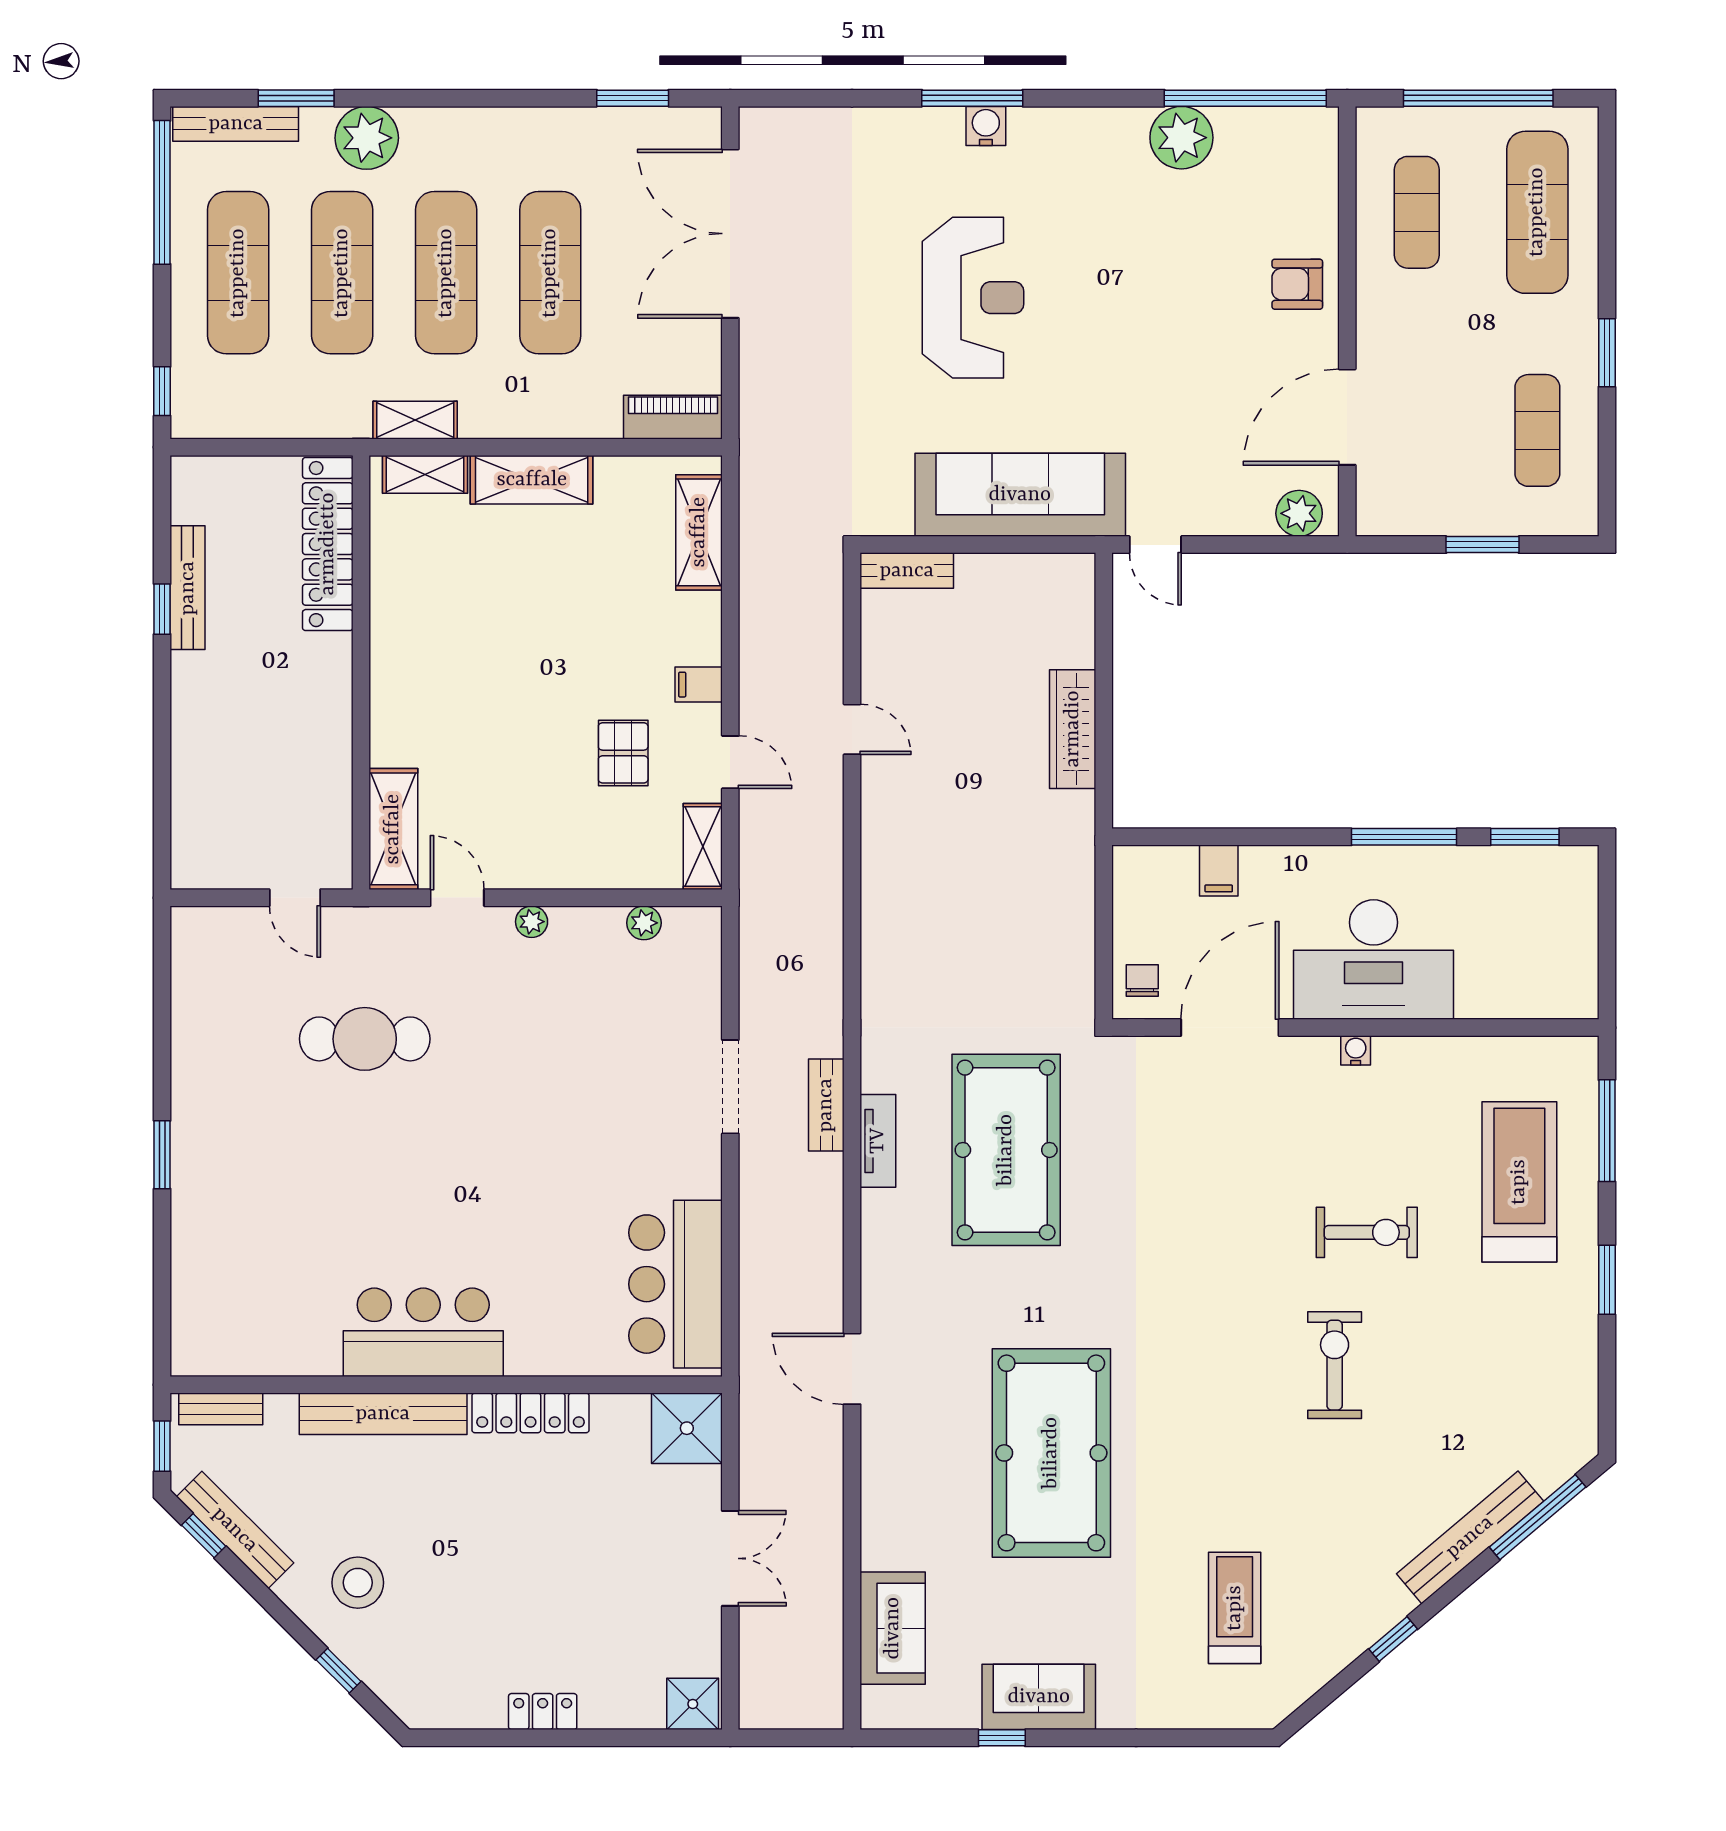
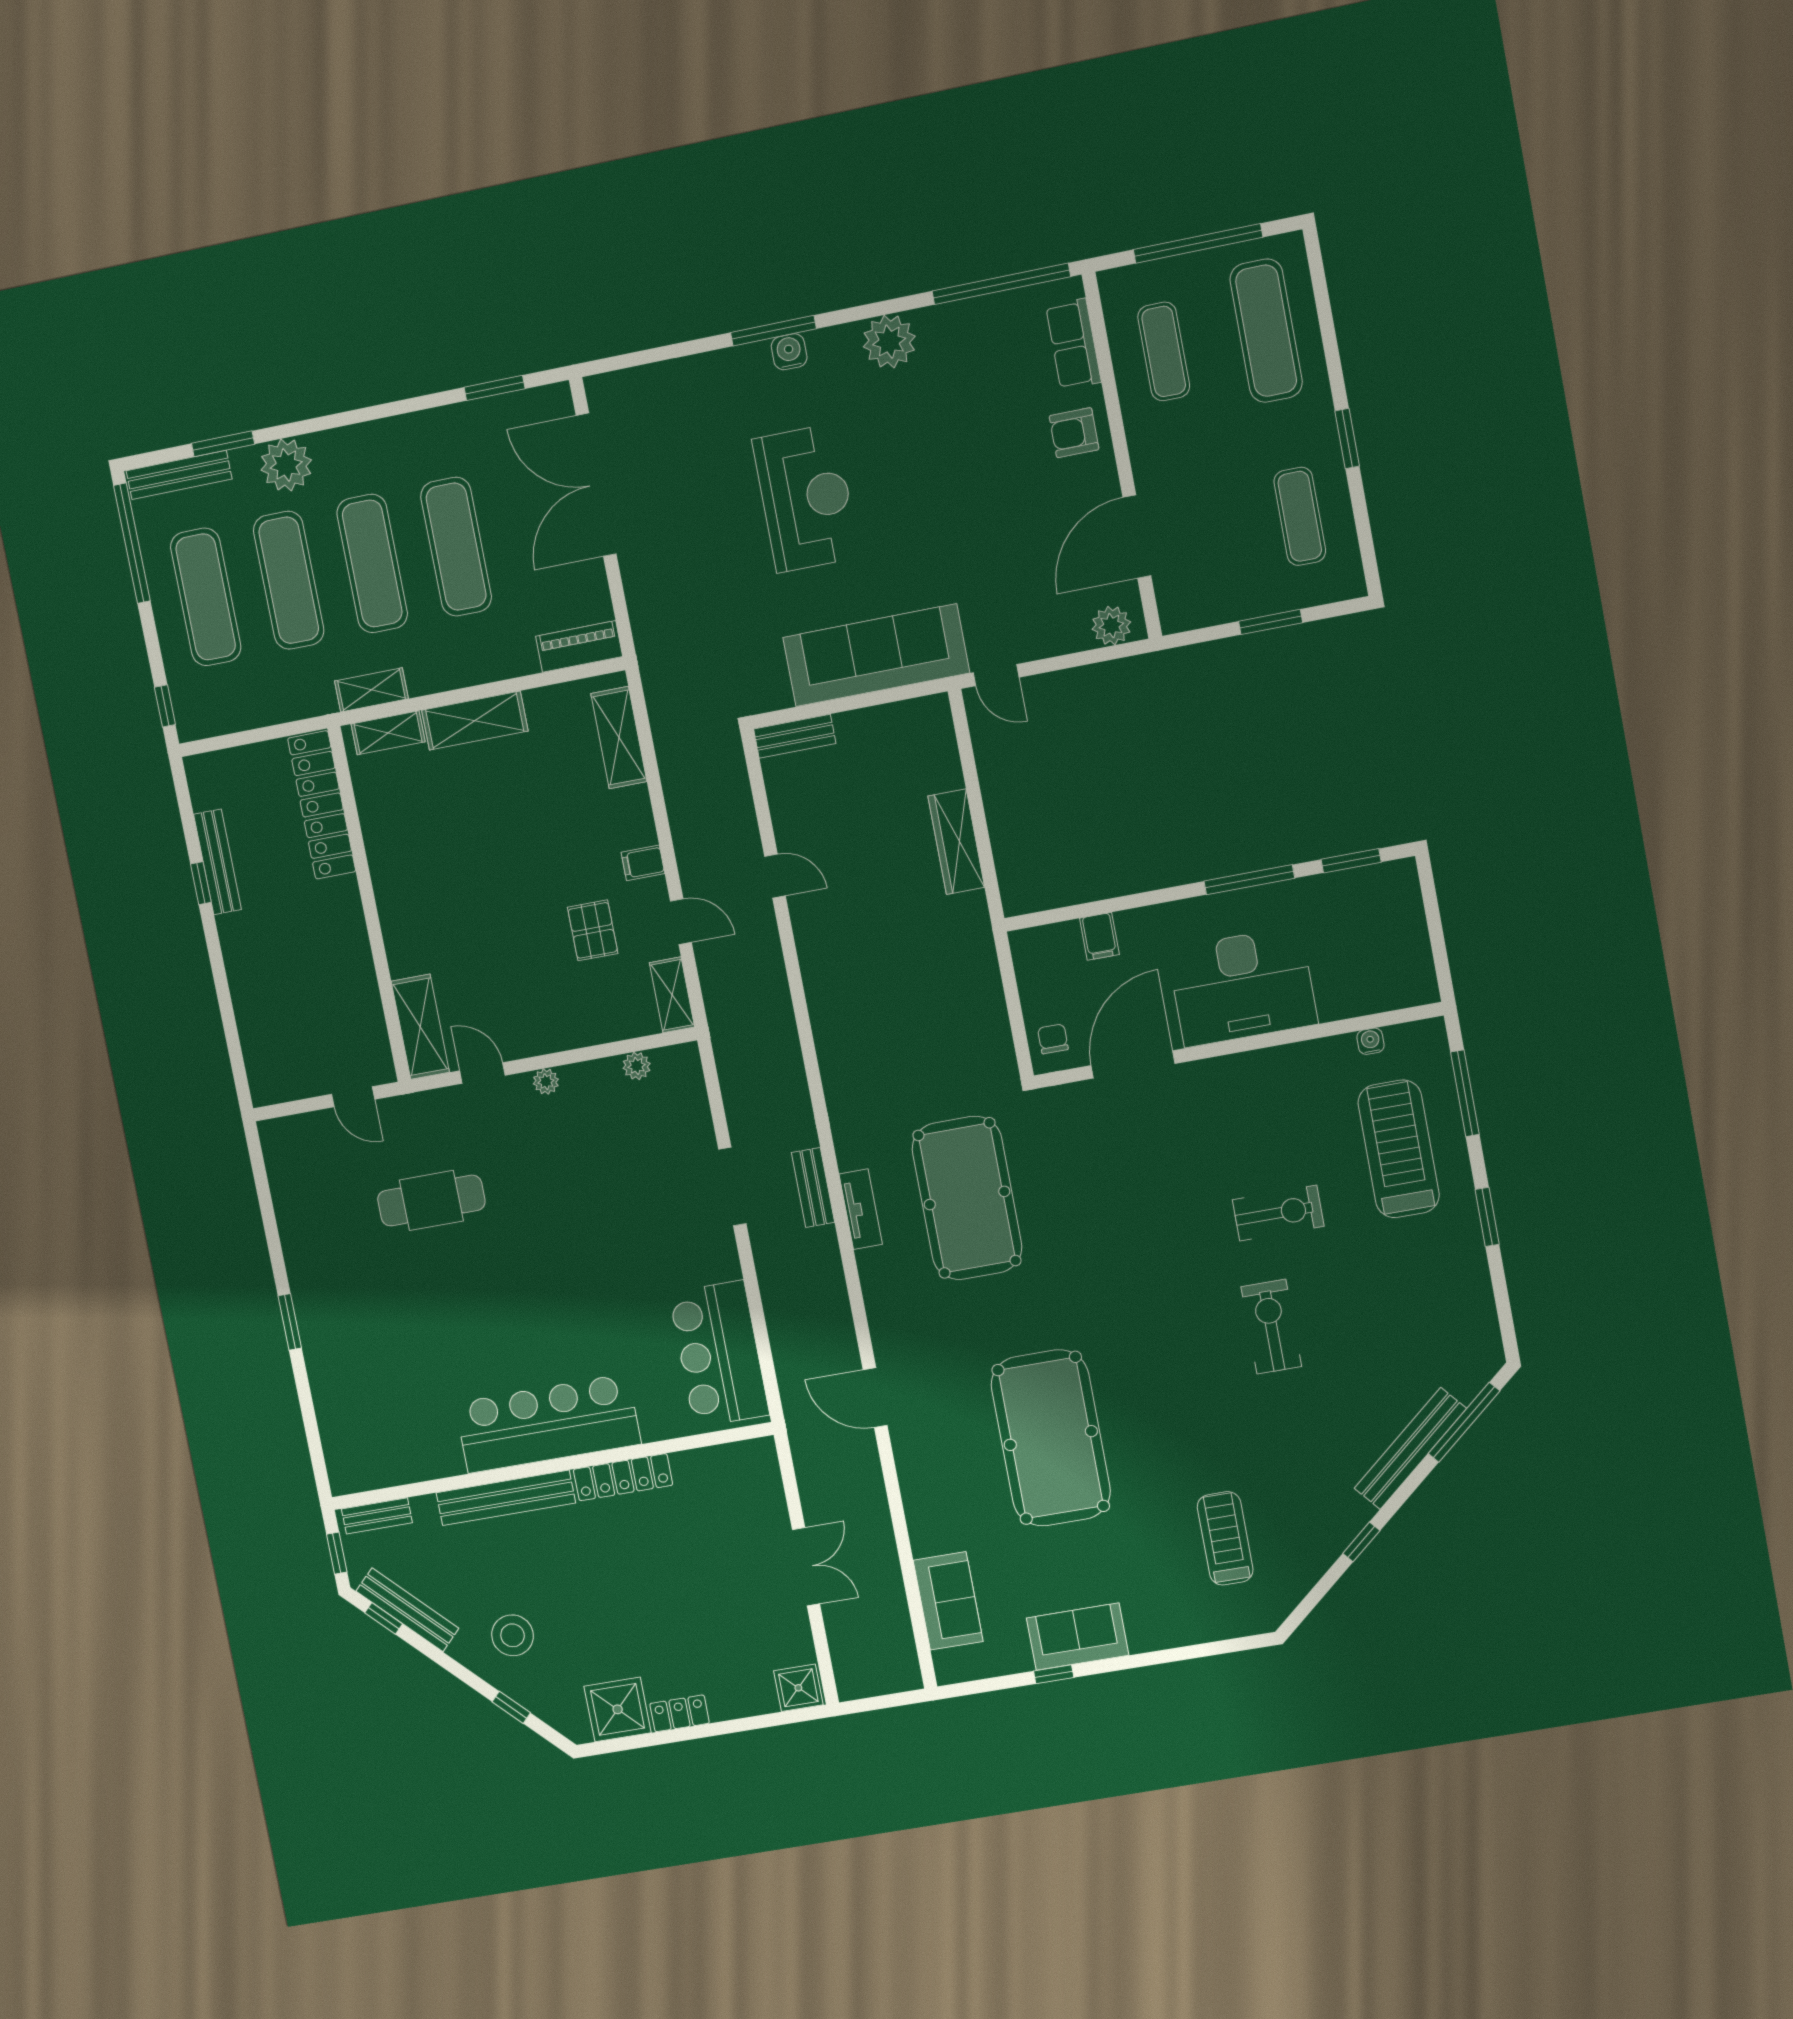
plant: (1181, 138) -> (889, 342), moved
row of seats: (1315, 183) -> (1073, 344), added
water cooler: (1356, 1050) -> (1370, 1041), moved
bar counter: (423, 1332) -> (548, 1424), width x1.36
shower: (687, 1428) -> (618, 1709), moved

